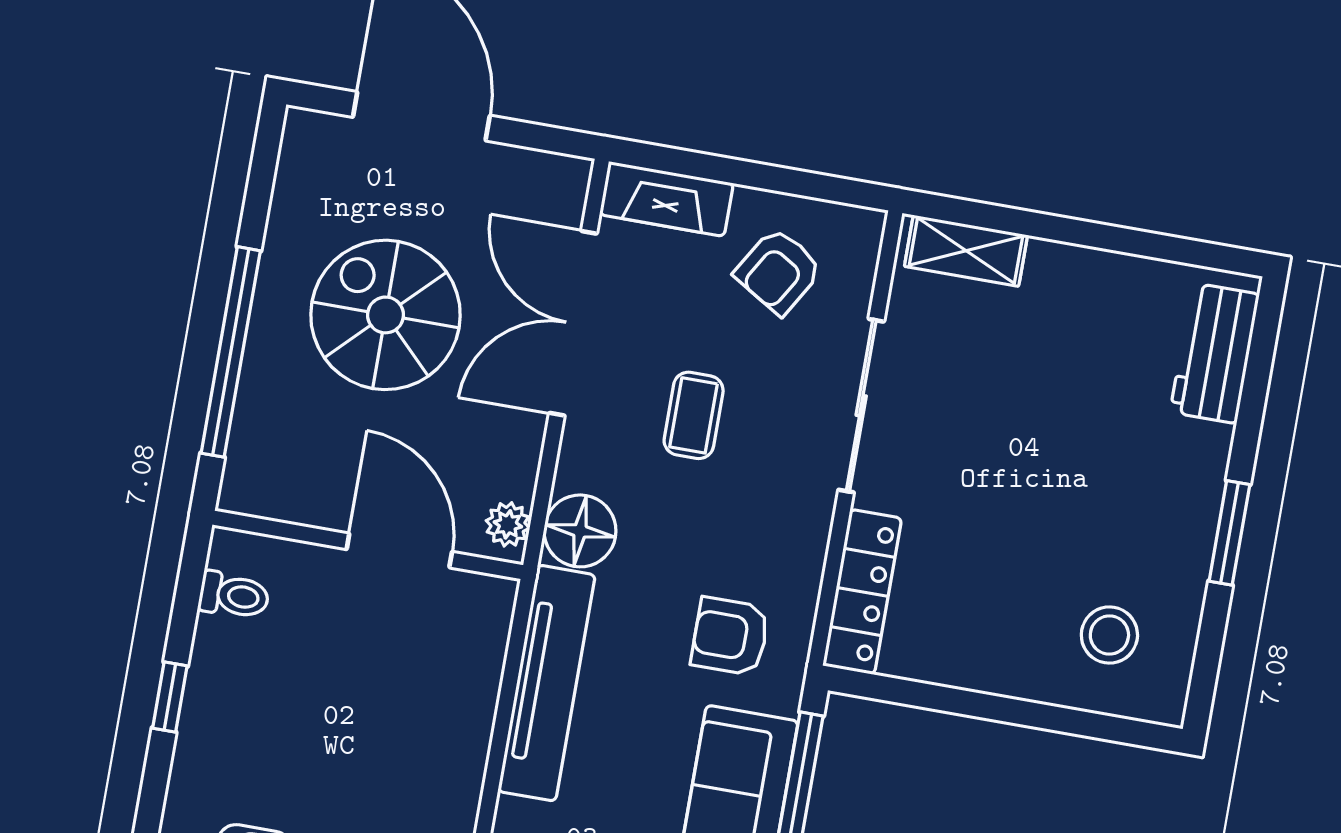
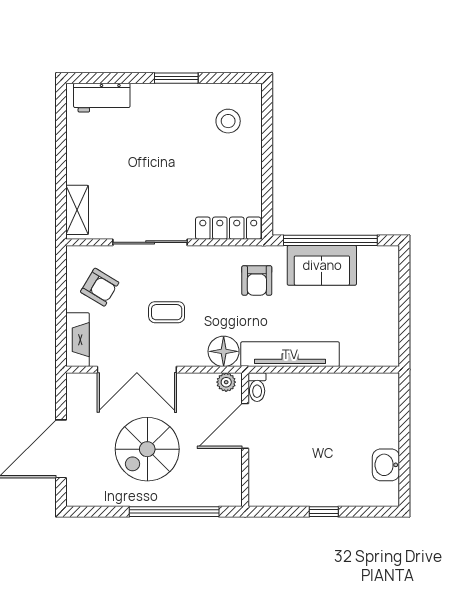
toilet: (234, 595) -> (257, 387), moved, turned 180

